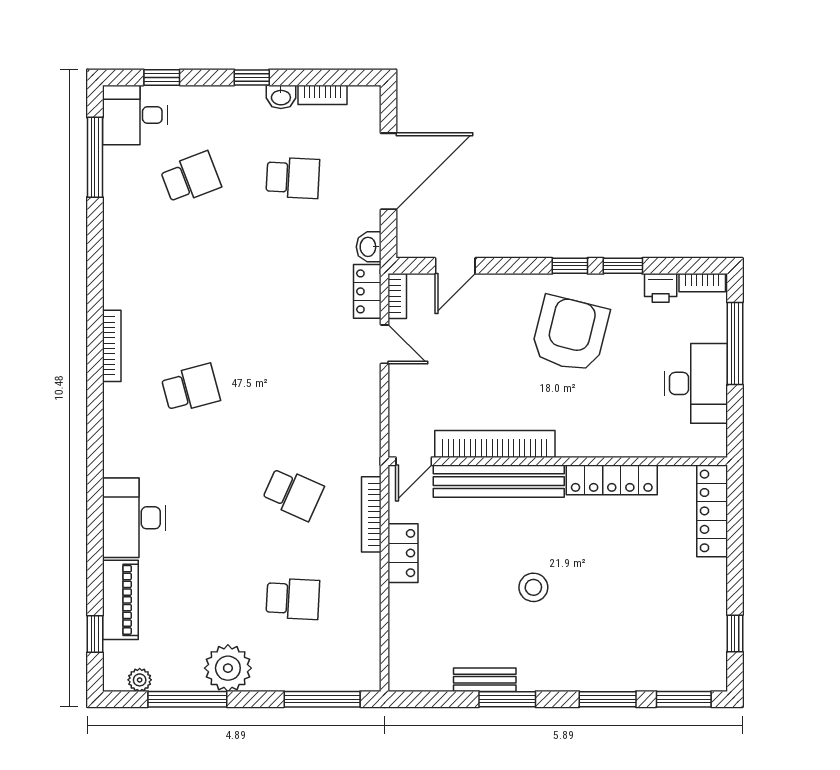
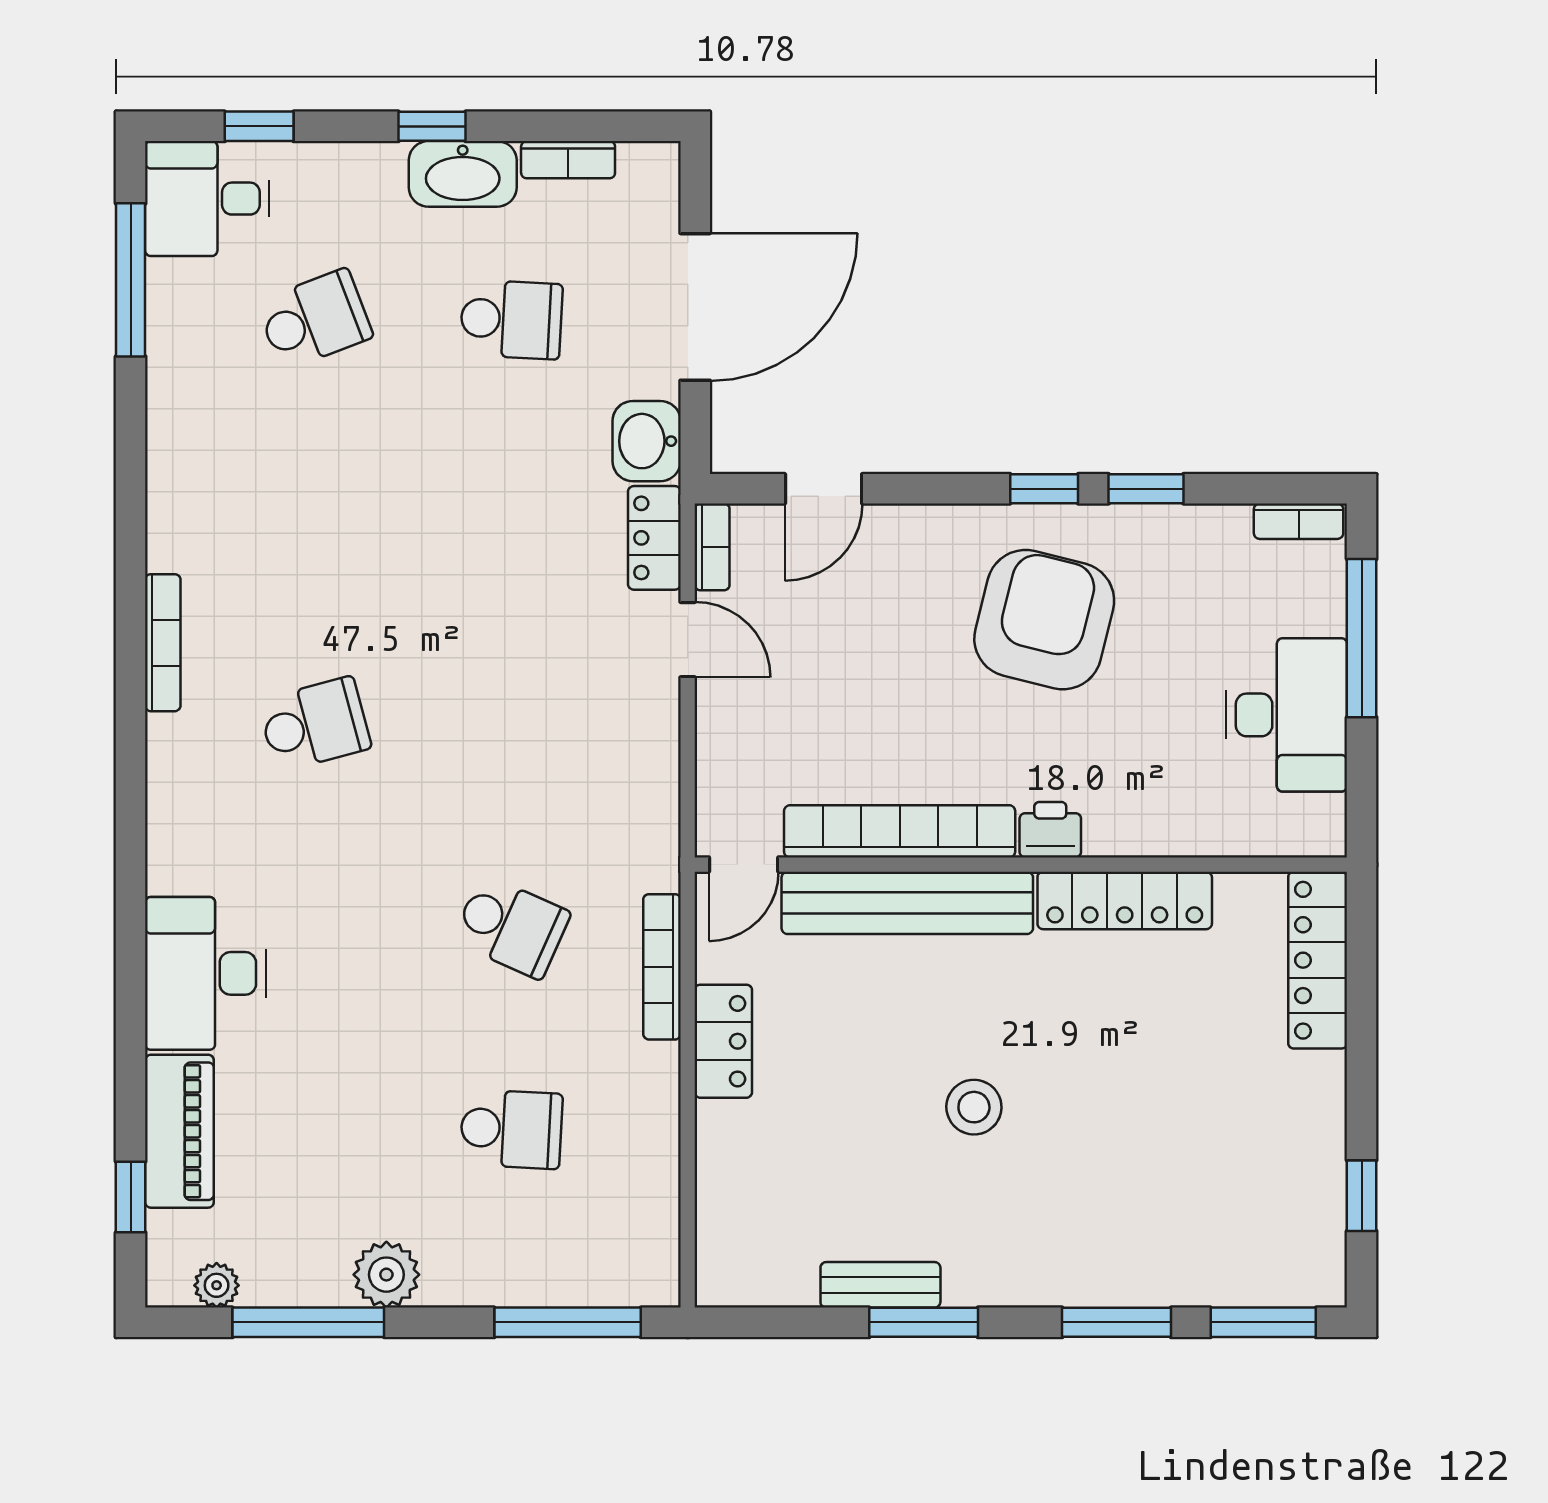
washbasin: (281, 97) -> (463, 174), width x1.91, depth x1.45
washbasin: (369, 247) -> (647, 441), width x1.38, depth x1.45
printer: (661, 288) -> (1050, 830), moved, turned 180
plant: (228, 668) -> (386, 1275), width x0.73, depth x0.73

